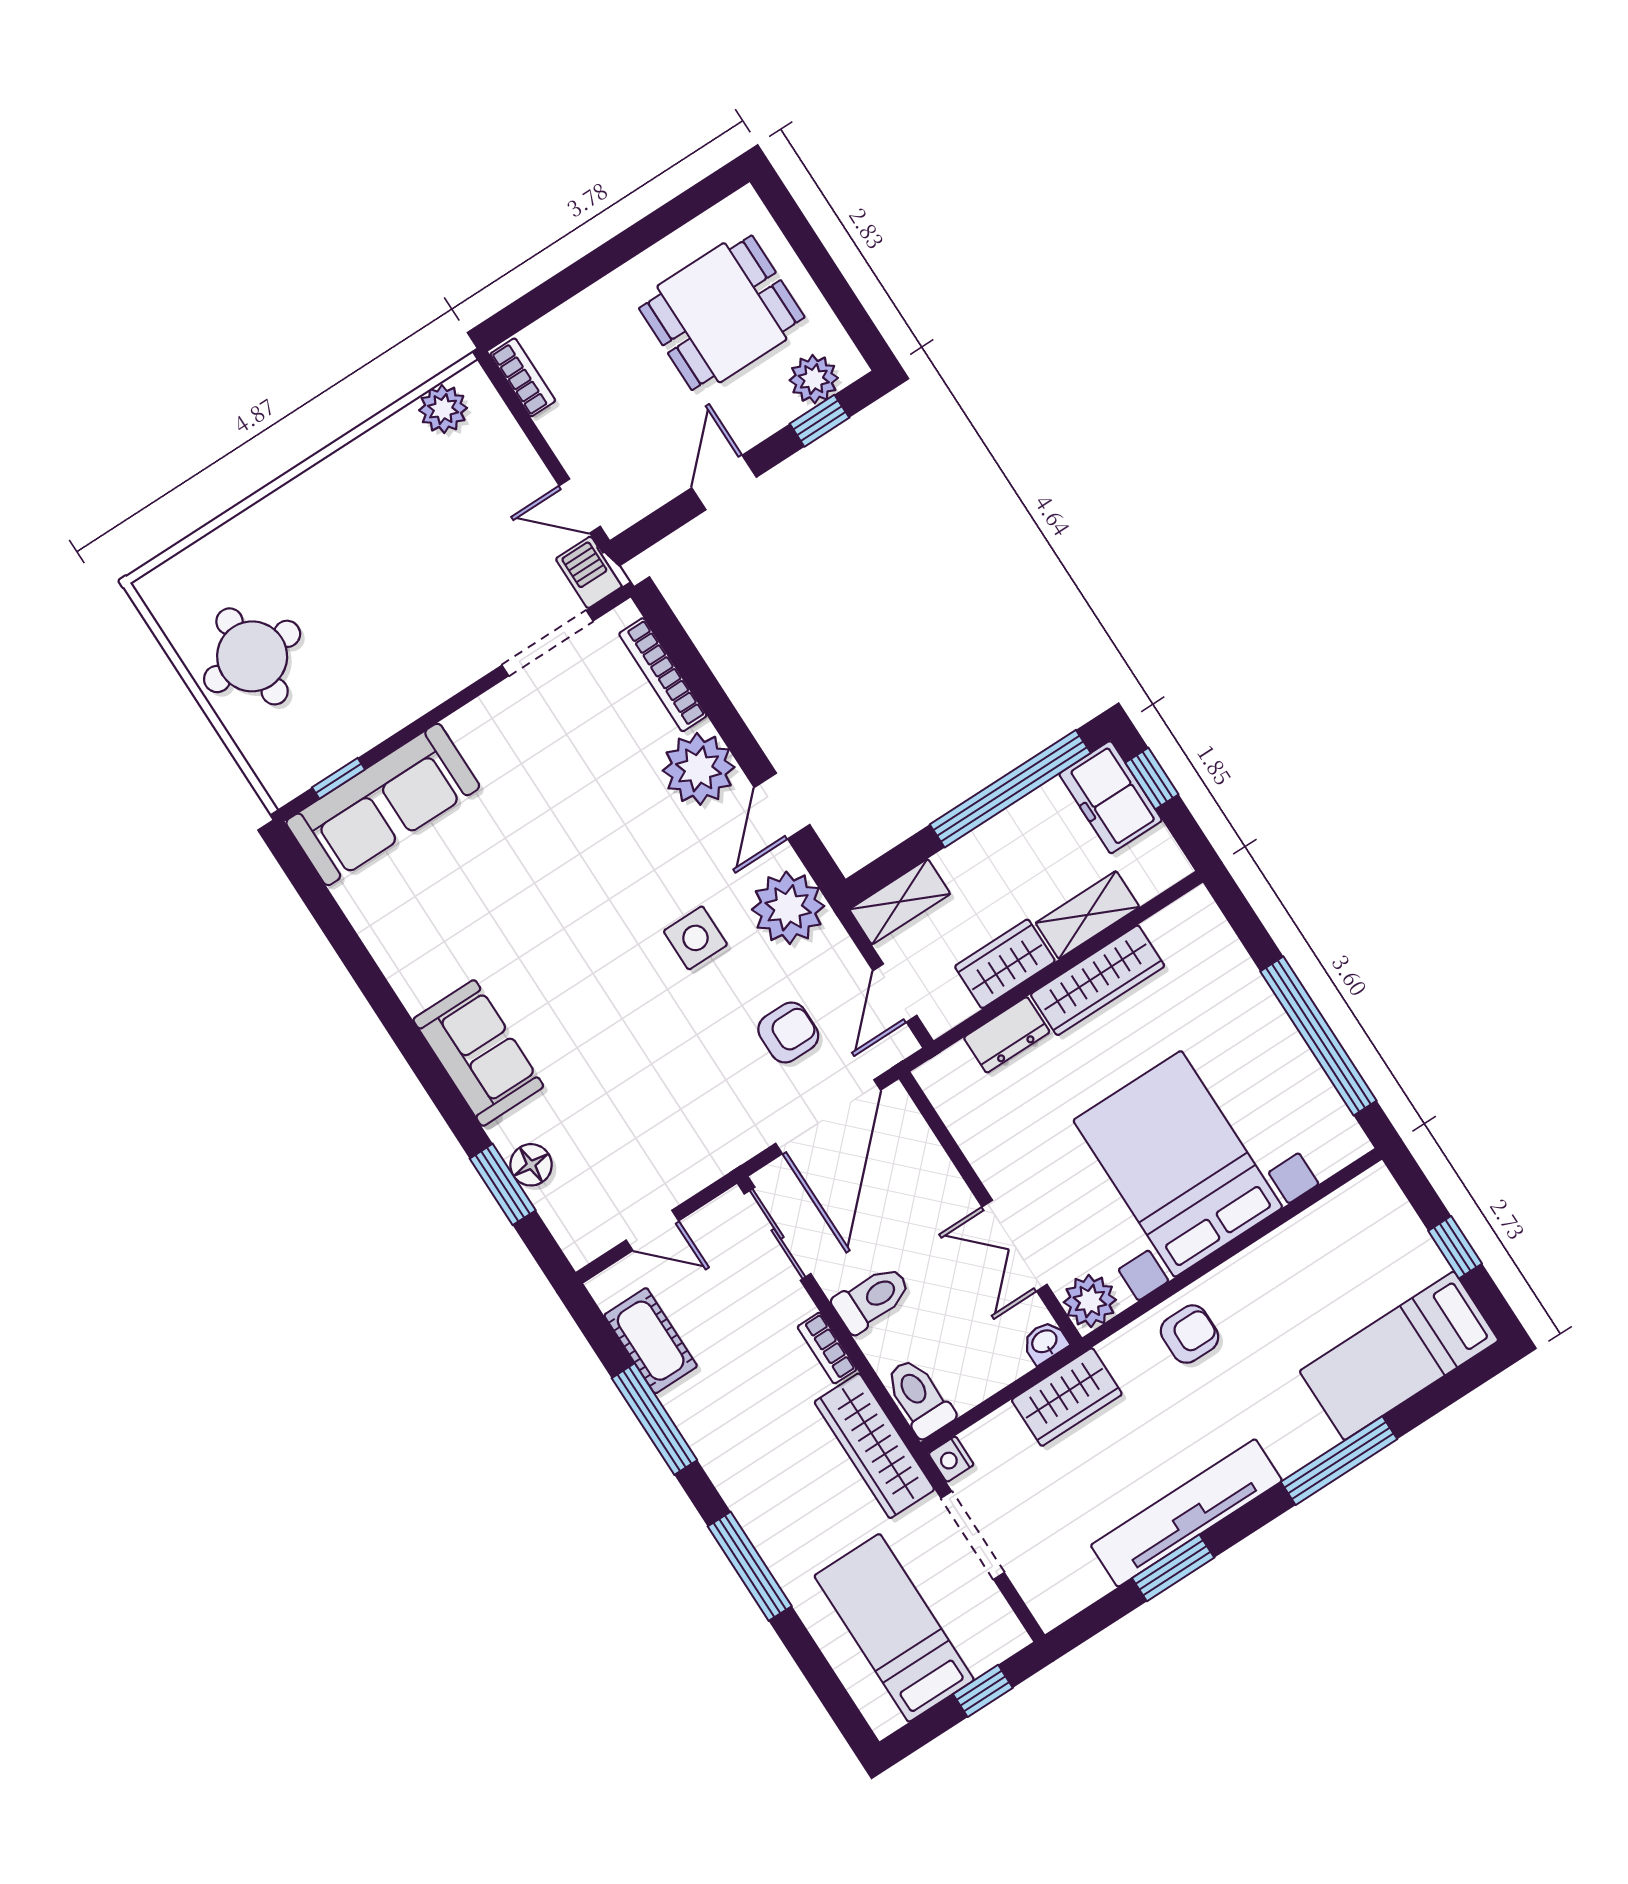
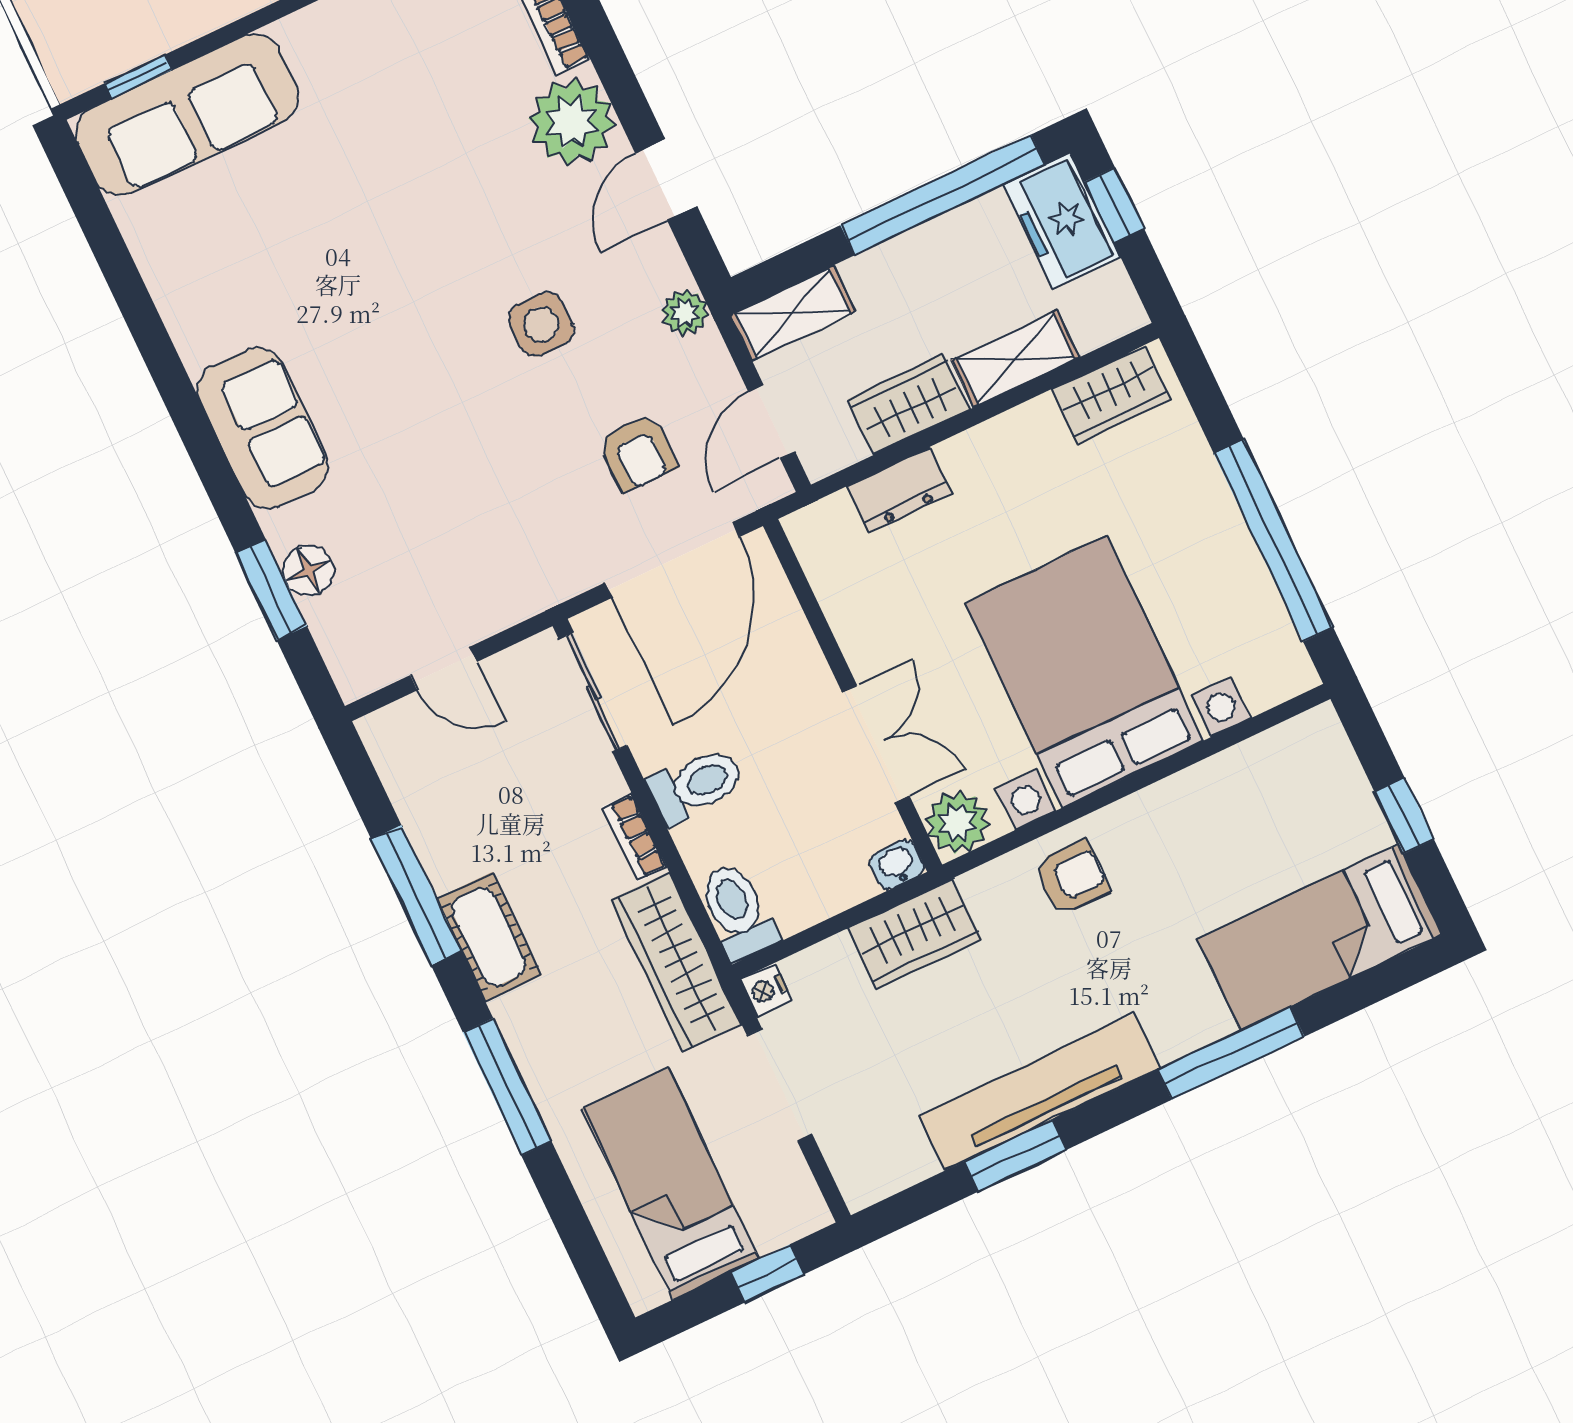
plant: (788, 908) -> (685, 313), width x0.53, depth x0.53
wardrobe: (1098, 980) -> (1111, 394), moved, width x0.67
armchair: (788, 1032) -> (638, 452), turned 90
double door: (1015, 1246) -> (876, 744), swing flipped
cot: (651, 1341) -> (489, 937), moved

